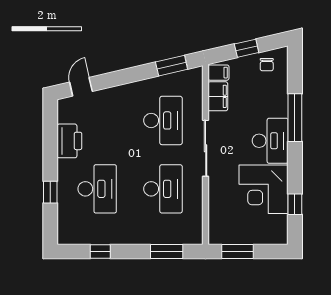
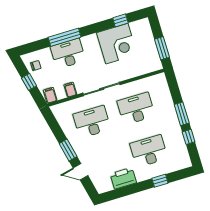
window: (172, 66) -> (68, 150), moved
door: (81, 87) -> (80, 172), moved
filing cabinet: (218, 96) -> (70, 90), width x0.50
desk: (270, 141) -> (68, 54), moved
window: (167, 251) -> (182, 114), moved

